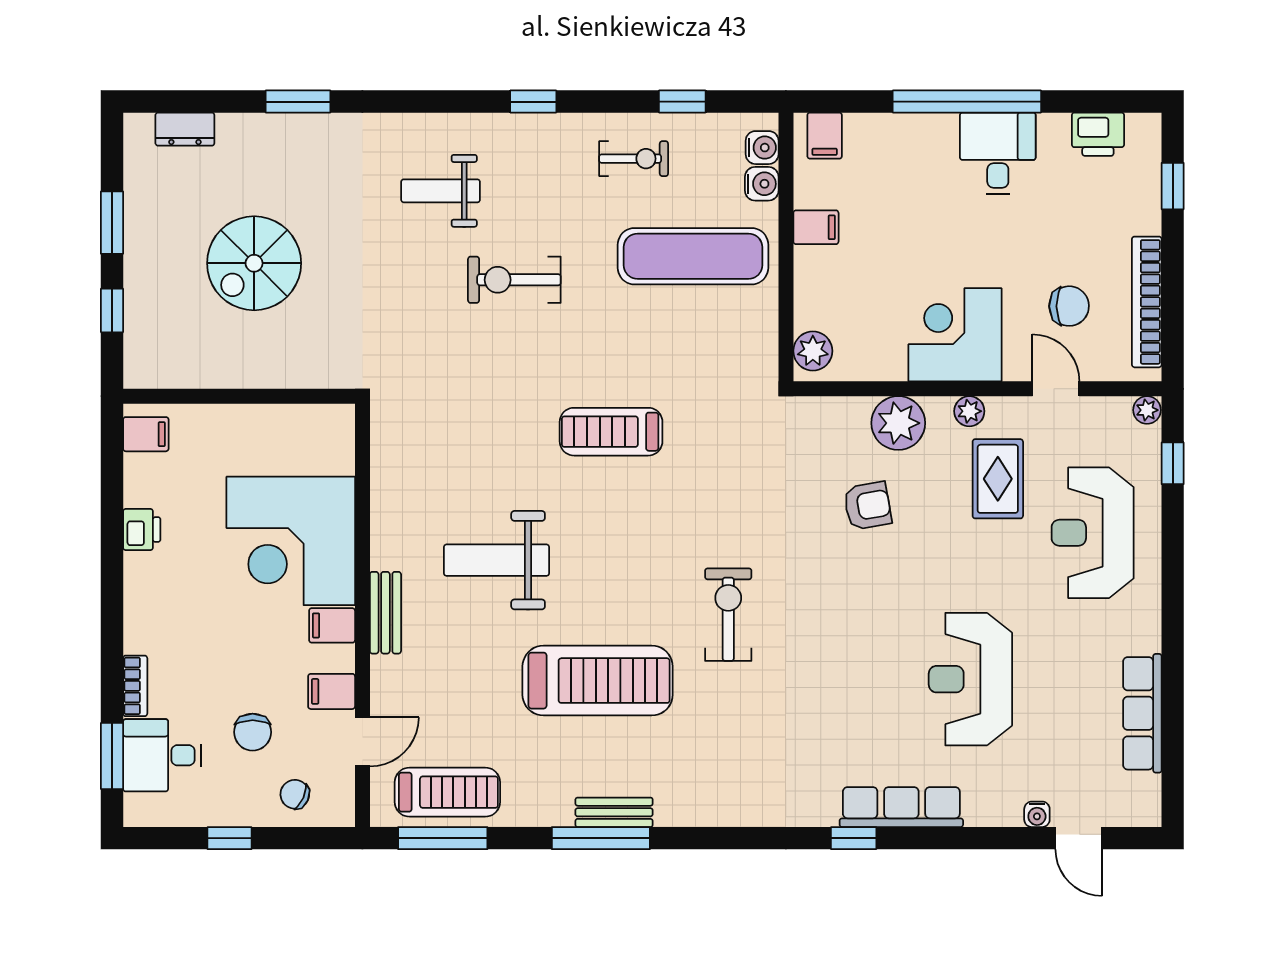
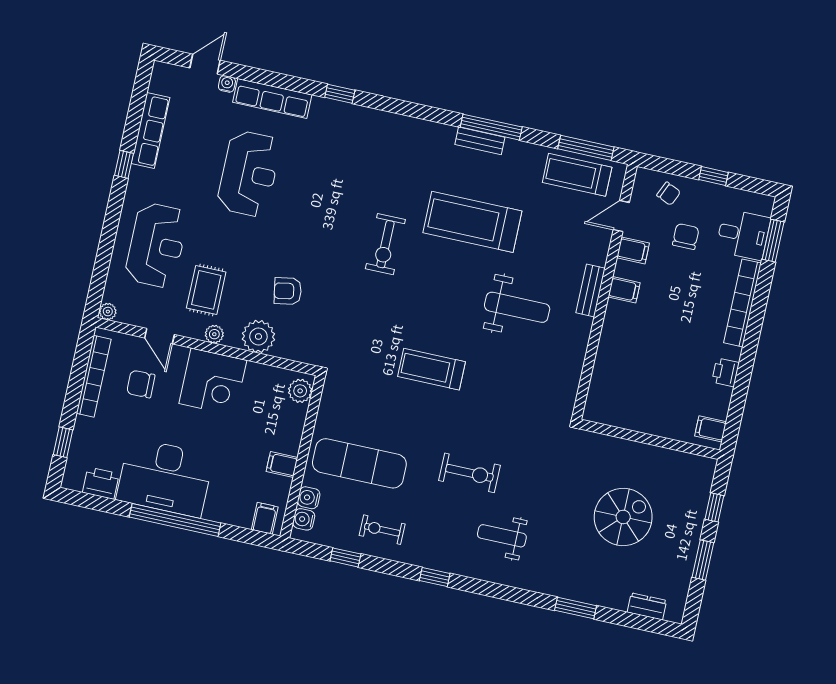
desk: (998, 153) -> (165, 477), width x1.87, depth x1.30
weight bench: (441, 191) -> (502, 536), turned 180
treadmill: (611, 432) -> (432, 369), turned 180
window: (1173, 463) -> (124, 164), moved
corner desk: (291, 541) -> (638, 346), removed
bookcase: (135, 686) -> (742, 303), width x2.31, depth x1.31
row of seats: (901, 807) -> (272, 98), moved
door: (1079, 838) -> (205, 64), hinge flipped

